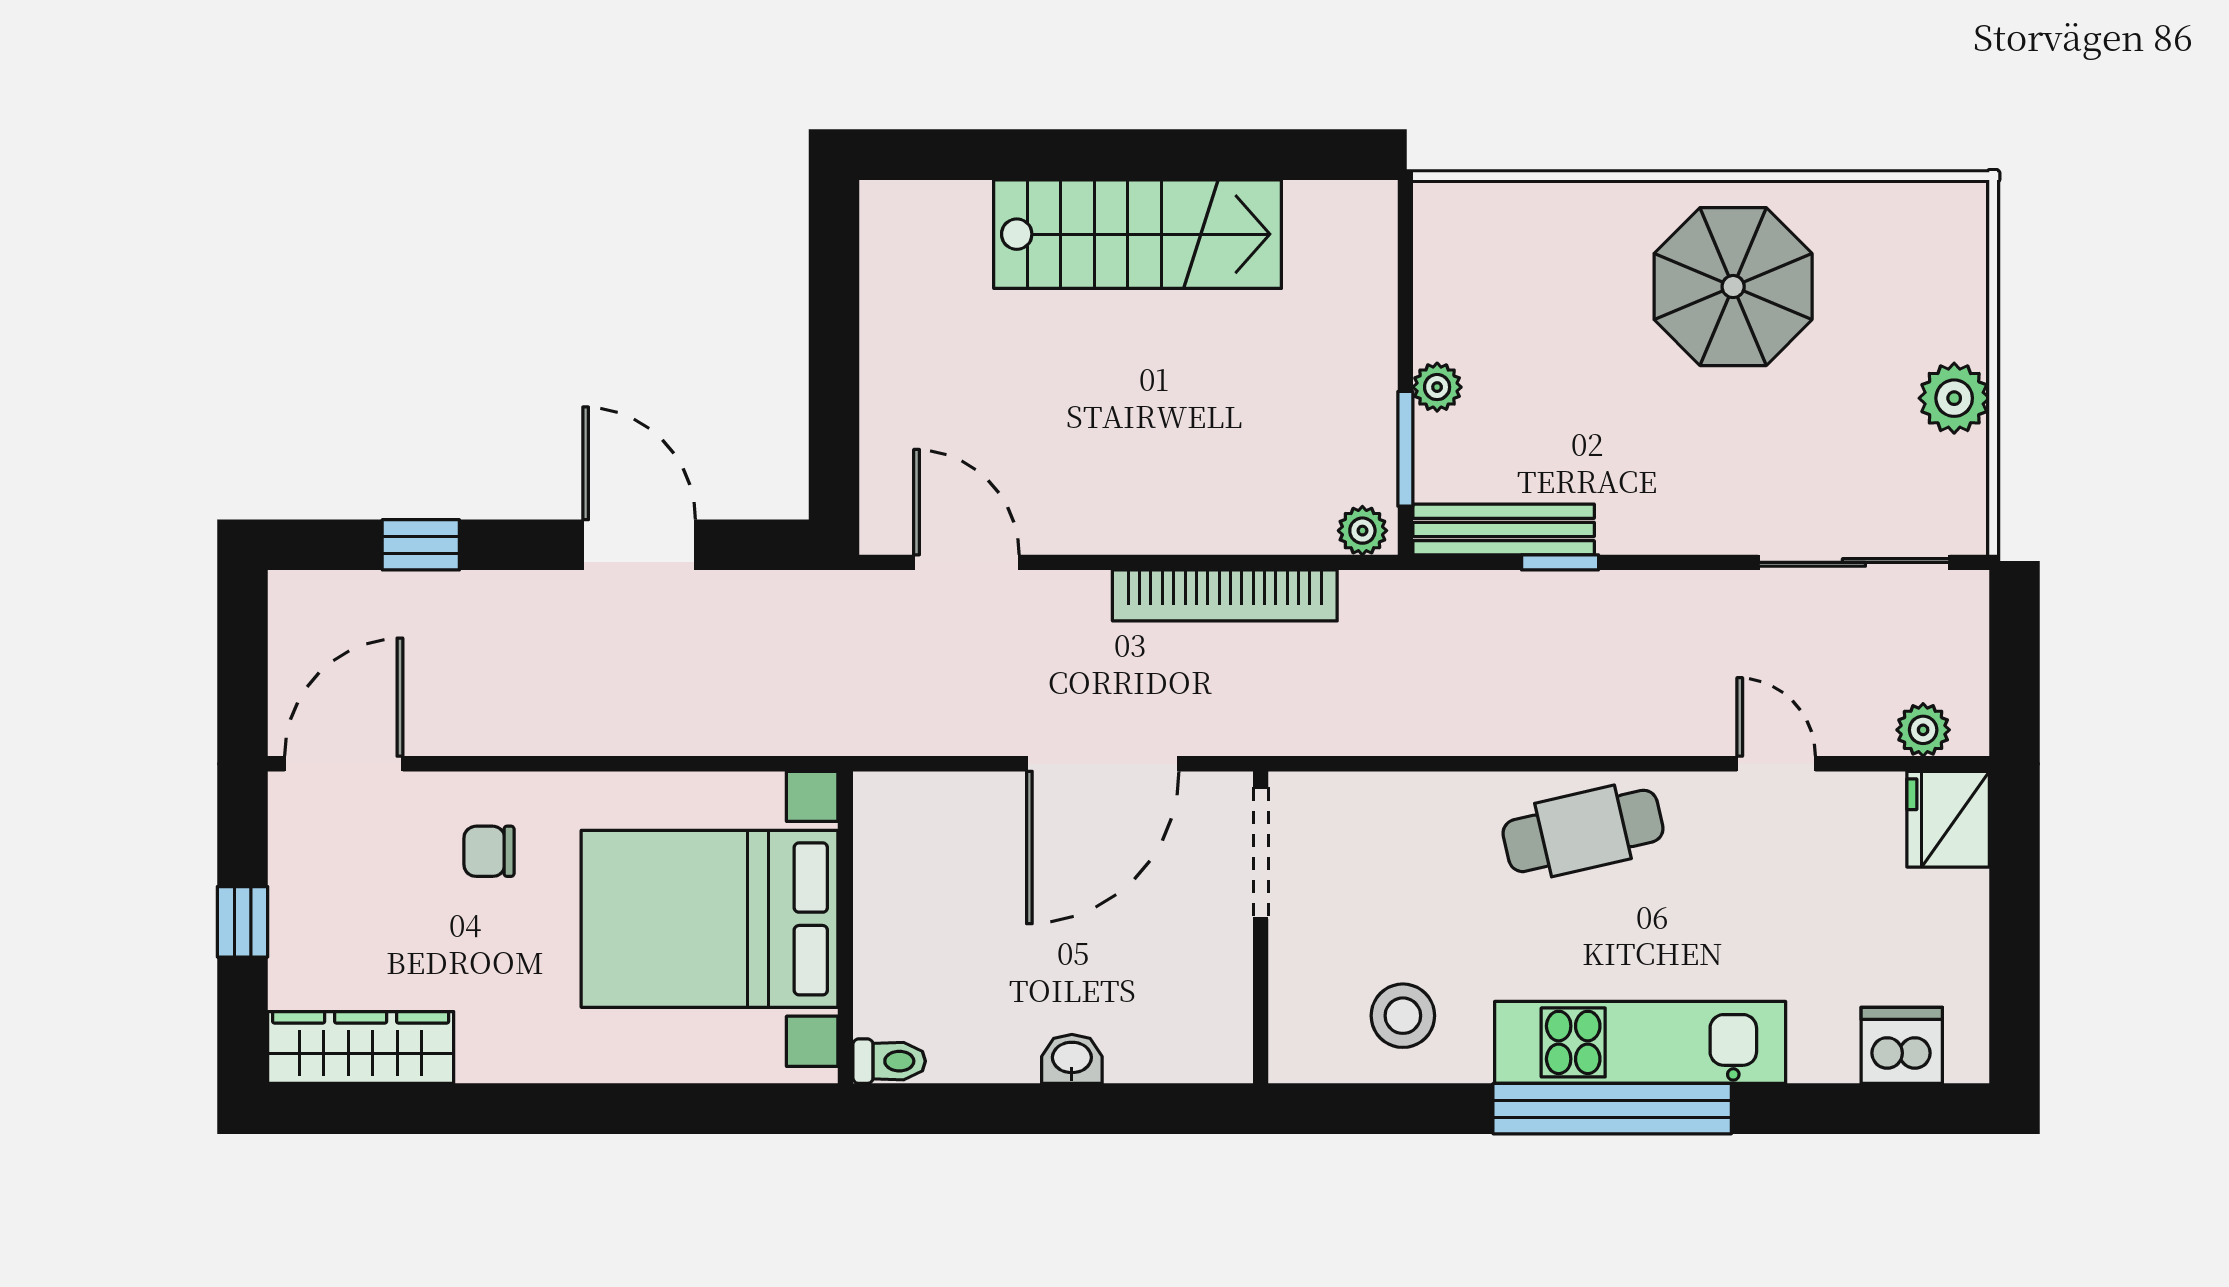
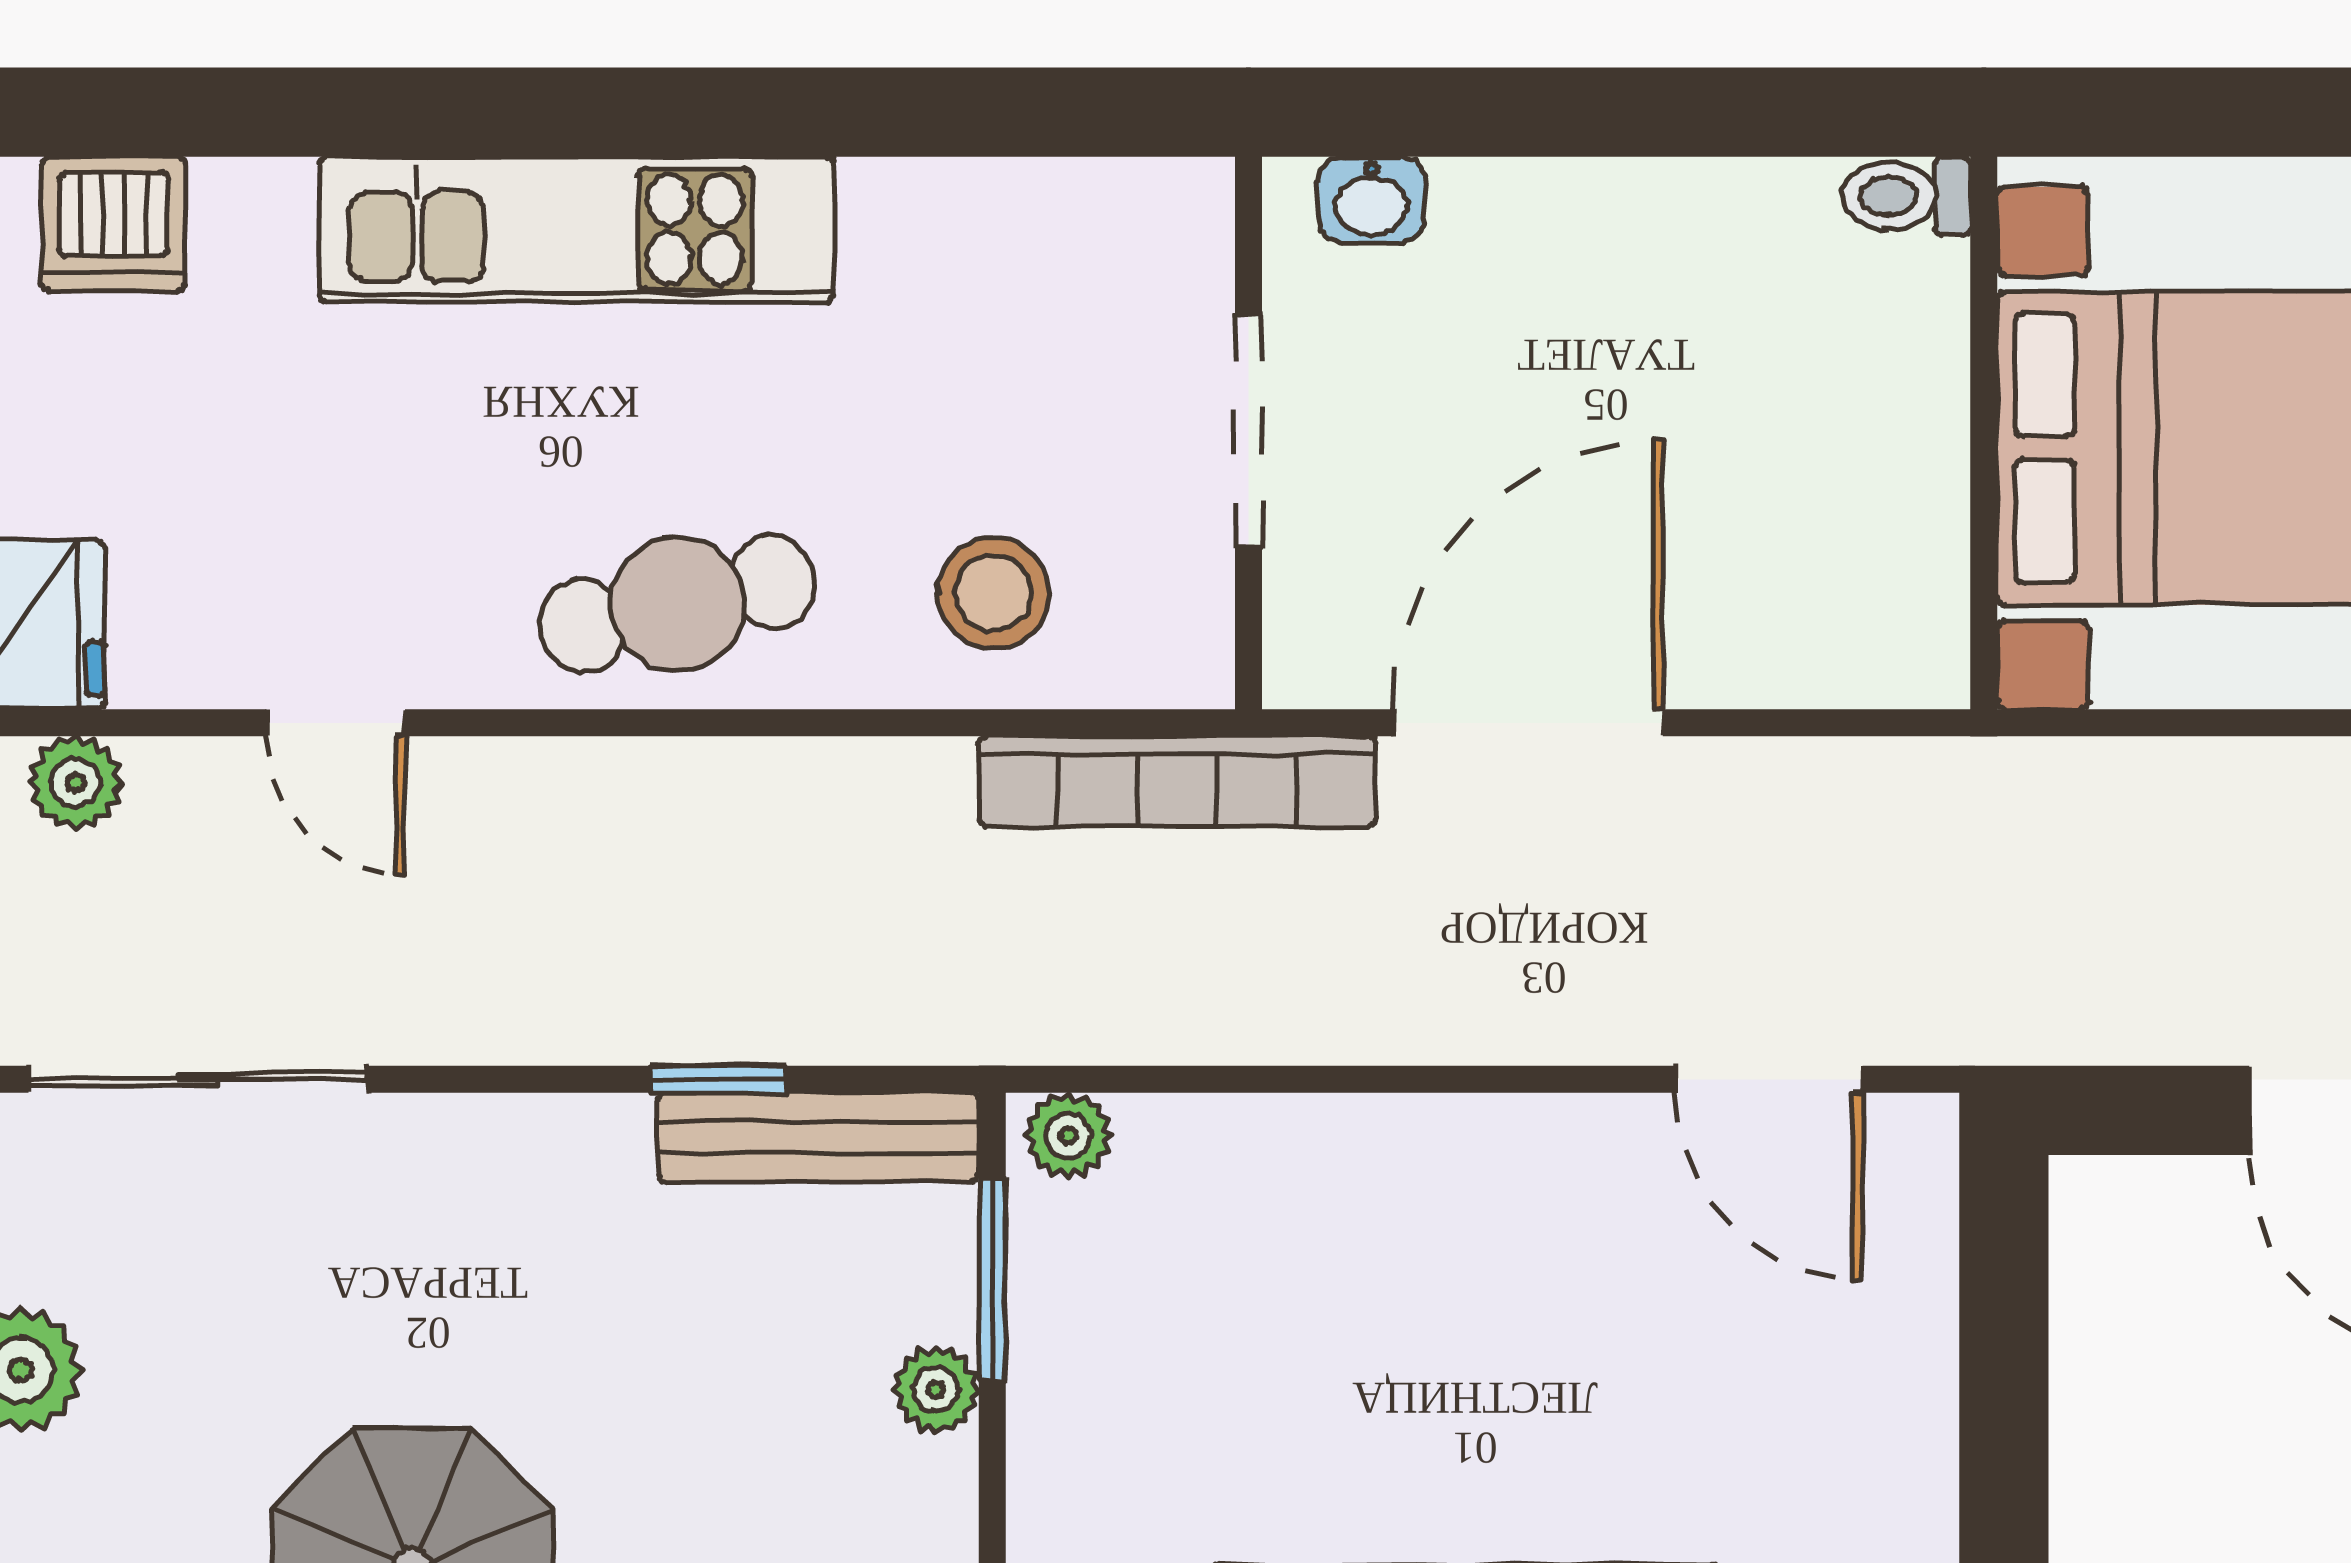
bookcase: (1225, 595) -> (1177, 781), moved, turned 180
doorway: (1261, 853) -> (1248, 431), moved
stool: (1403, 1016) -> (994, 593), moved
washbasin: (1072, 1059) -> (1371, 200), moved
window: (1612, 1109) -> (626, 112), removed

